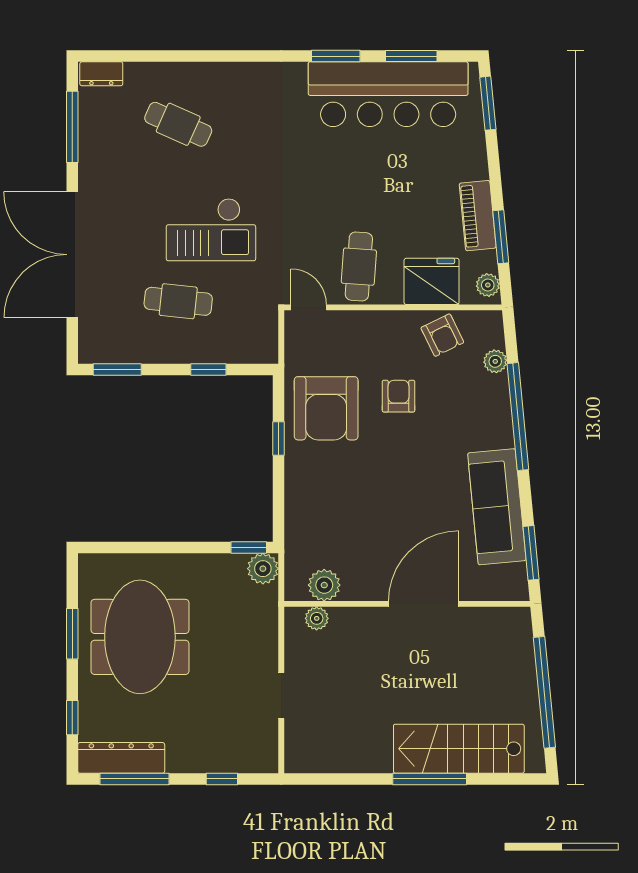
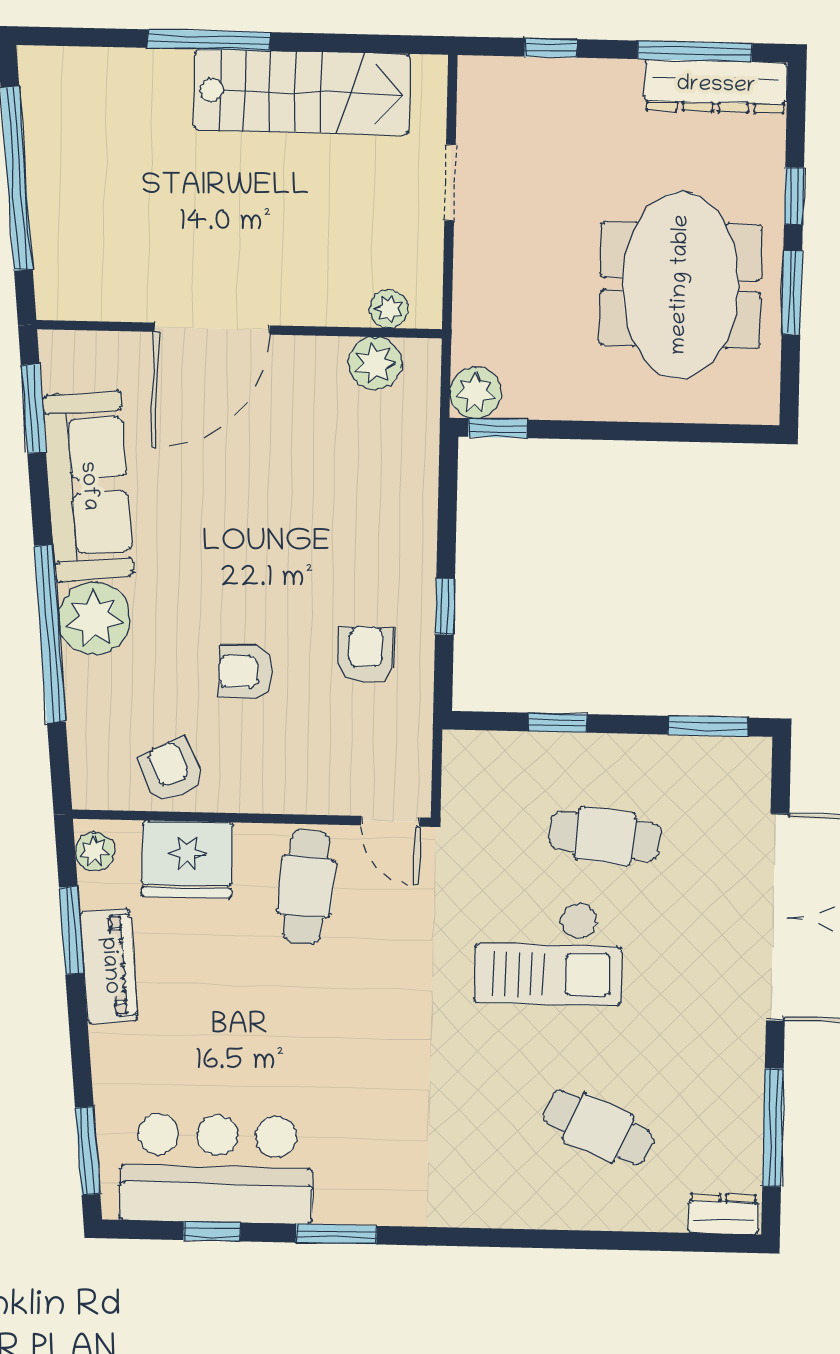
window: (411, 56) -> (212, 1231), width x0.67
bar counter: (388, 94) -> (216, 1169), width x0.73
checkout: (211, 230) -> (548, 953), turned 180
plant: (495, 361) -> (94, 618), moved, width x1.88, depth x1.88
armchair: (398, 396) -> (246, 672), turned 90
armchair: (326, 408) -> (365, 654), width x0.53, depth x0.53
window: (72, 718) -> (794, 196), moved
stairs: (459, 749) -> (302, 92), moved

